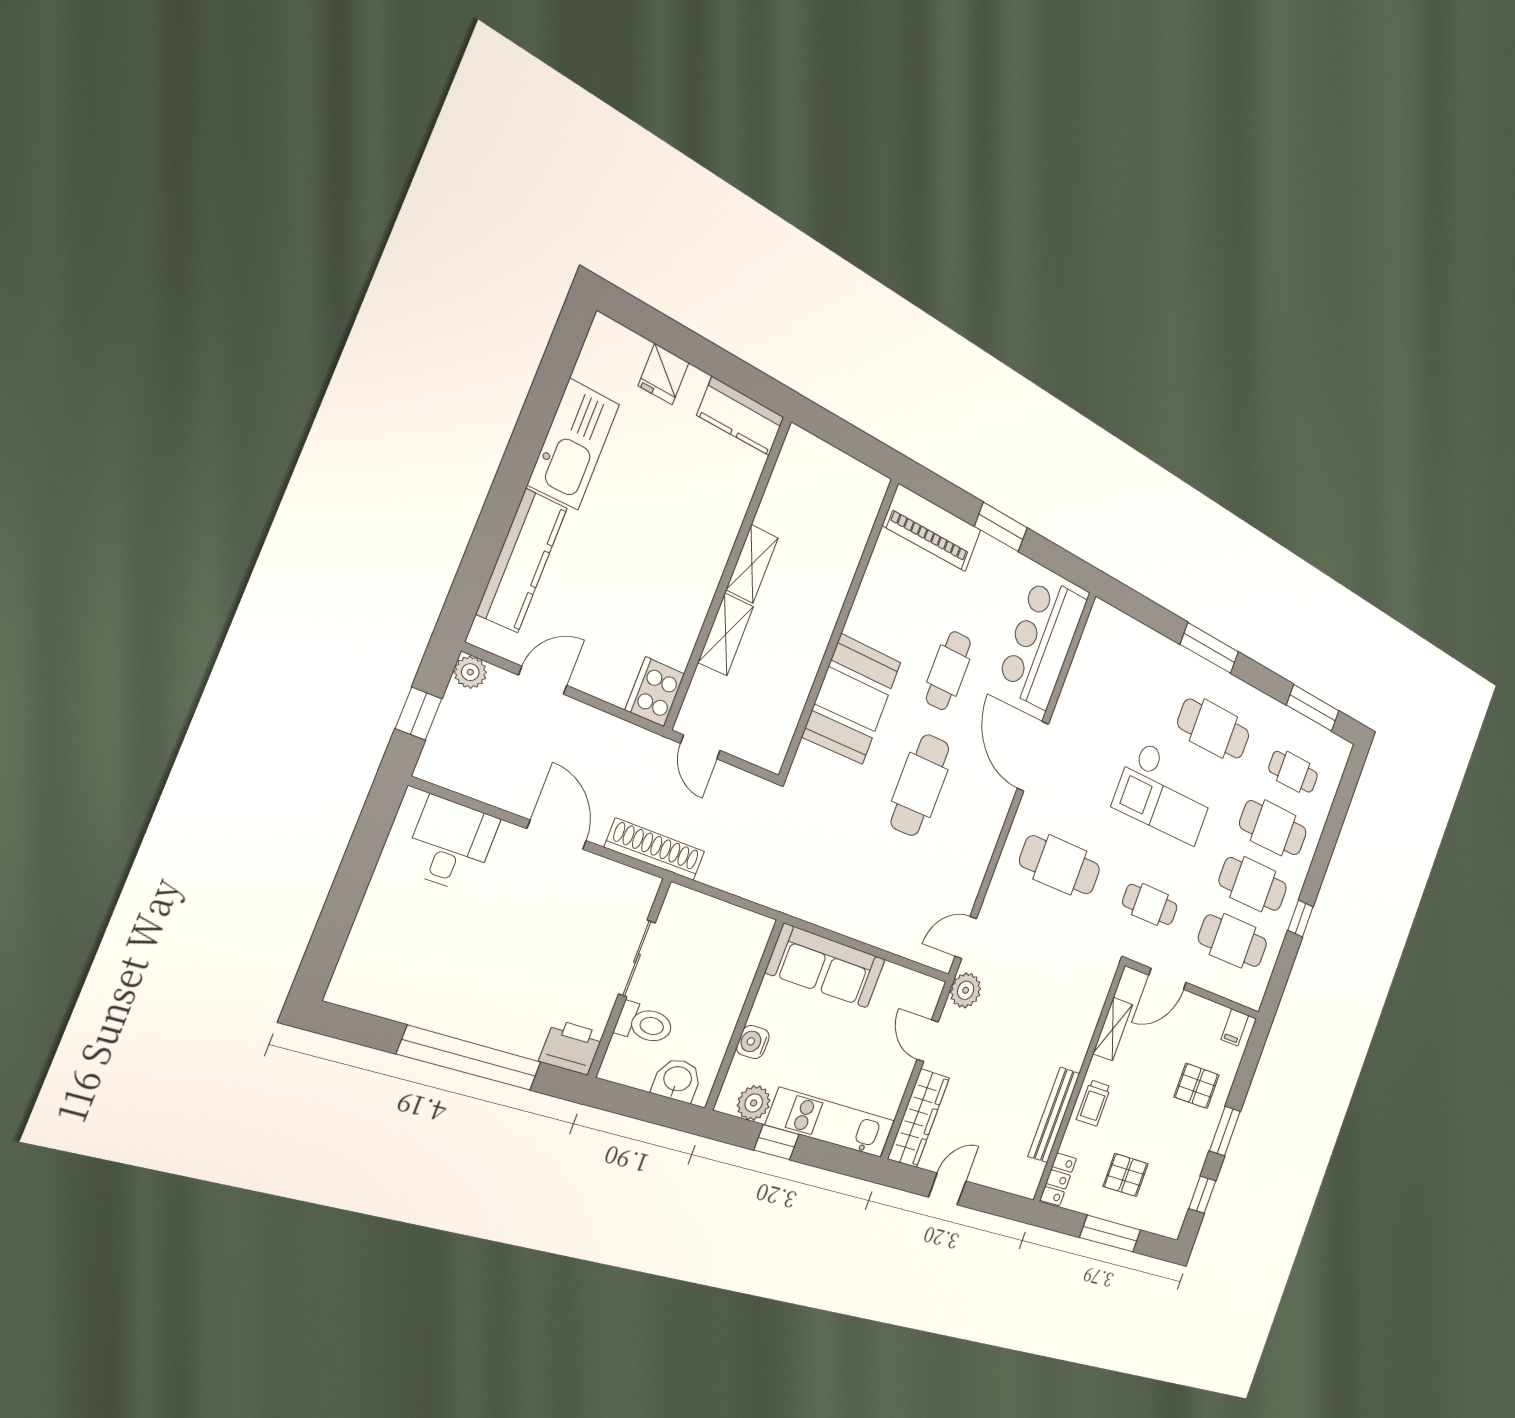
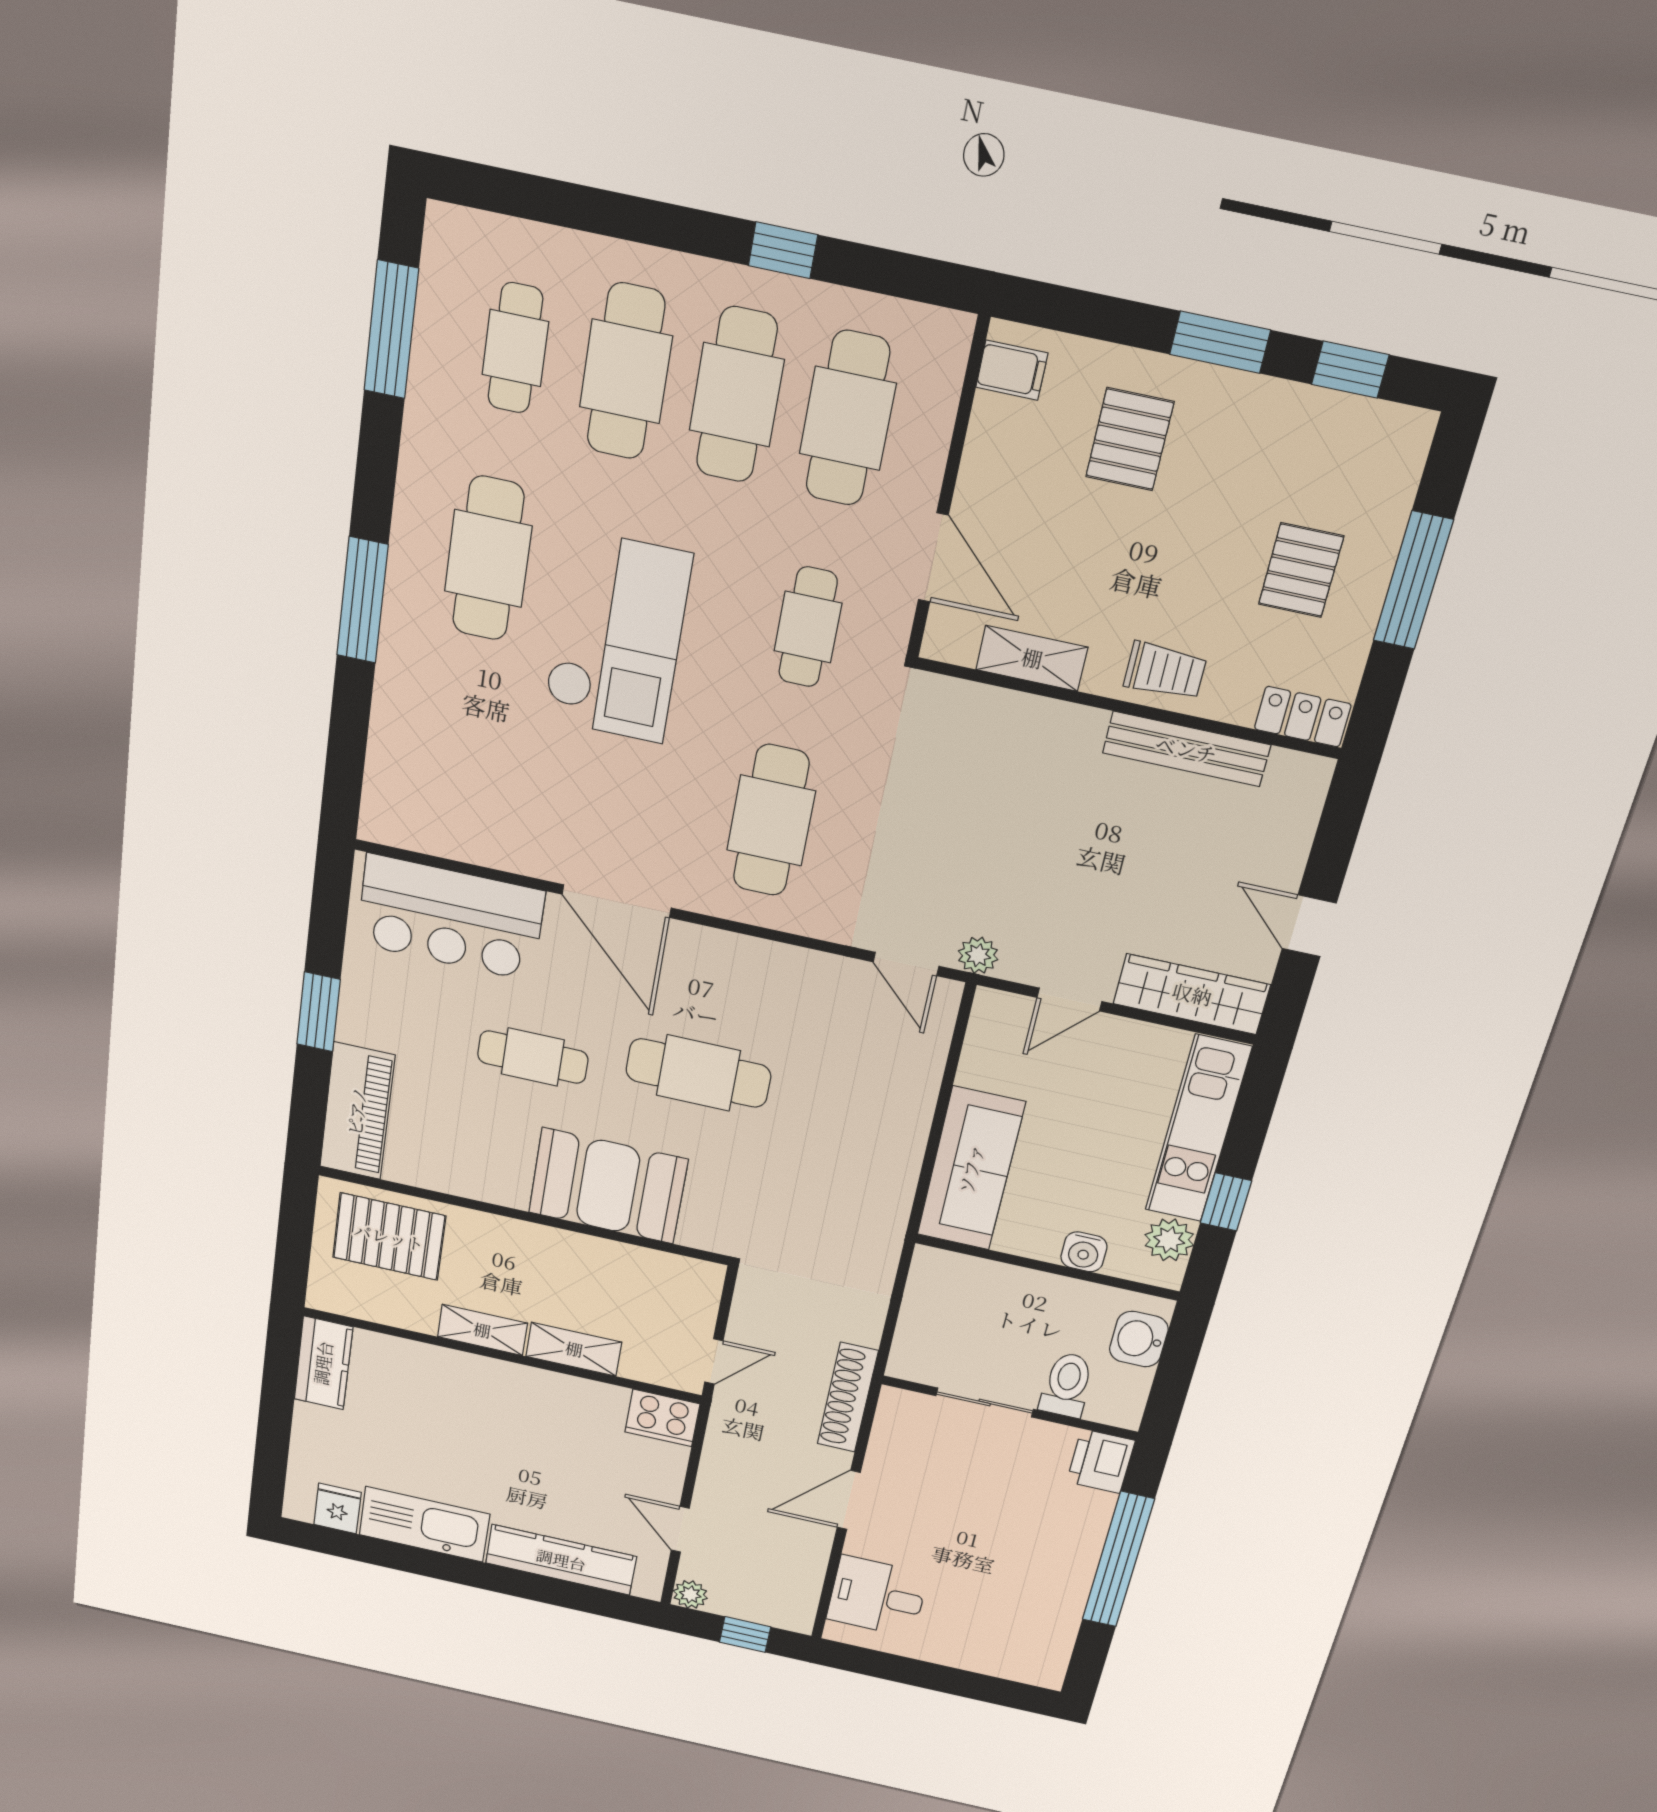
fridge: (664, 374) -> (338, 1508), moved, turned -90
pallet: (838, 516) -> (389, 1237), added
door: (1033, 756) -> (617, 901), hinge flipped
plant: (966, 990) -> (978, 955), width x0.73, depth x0.73

